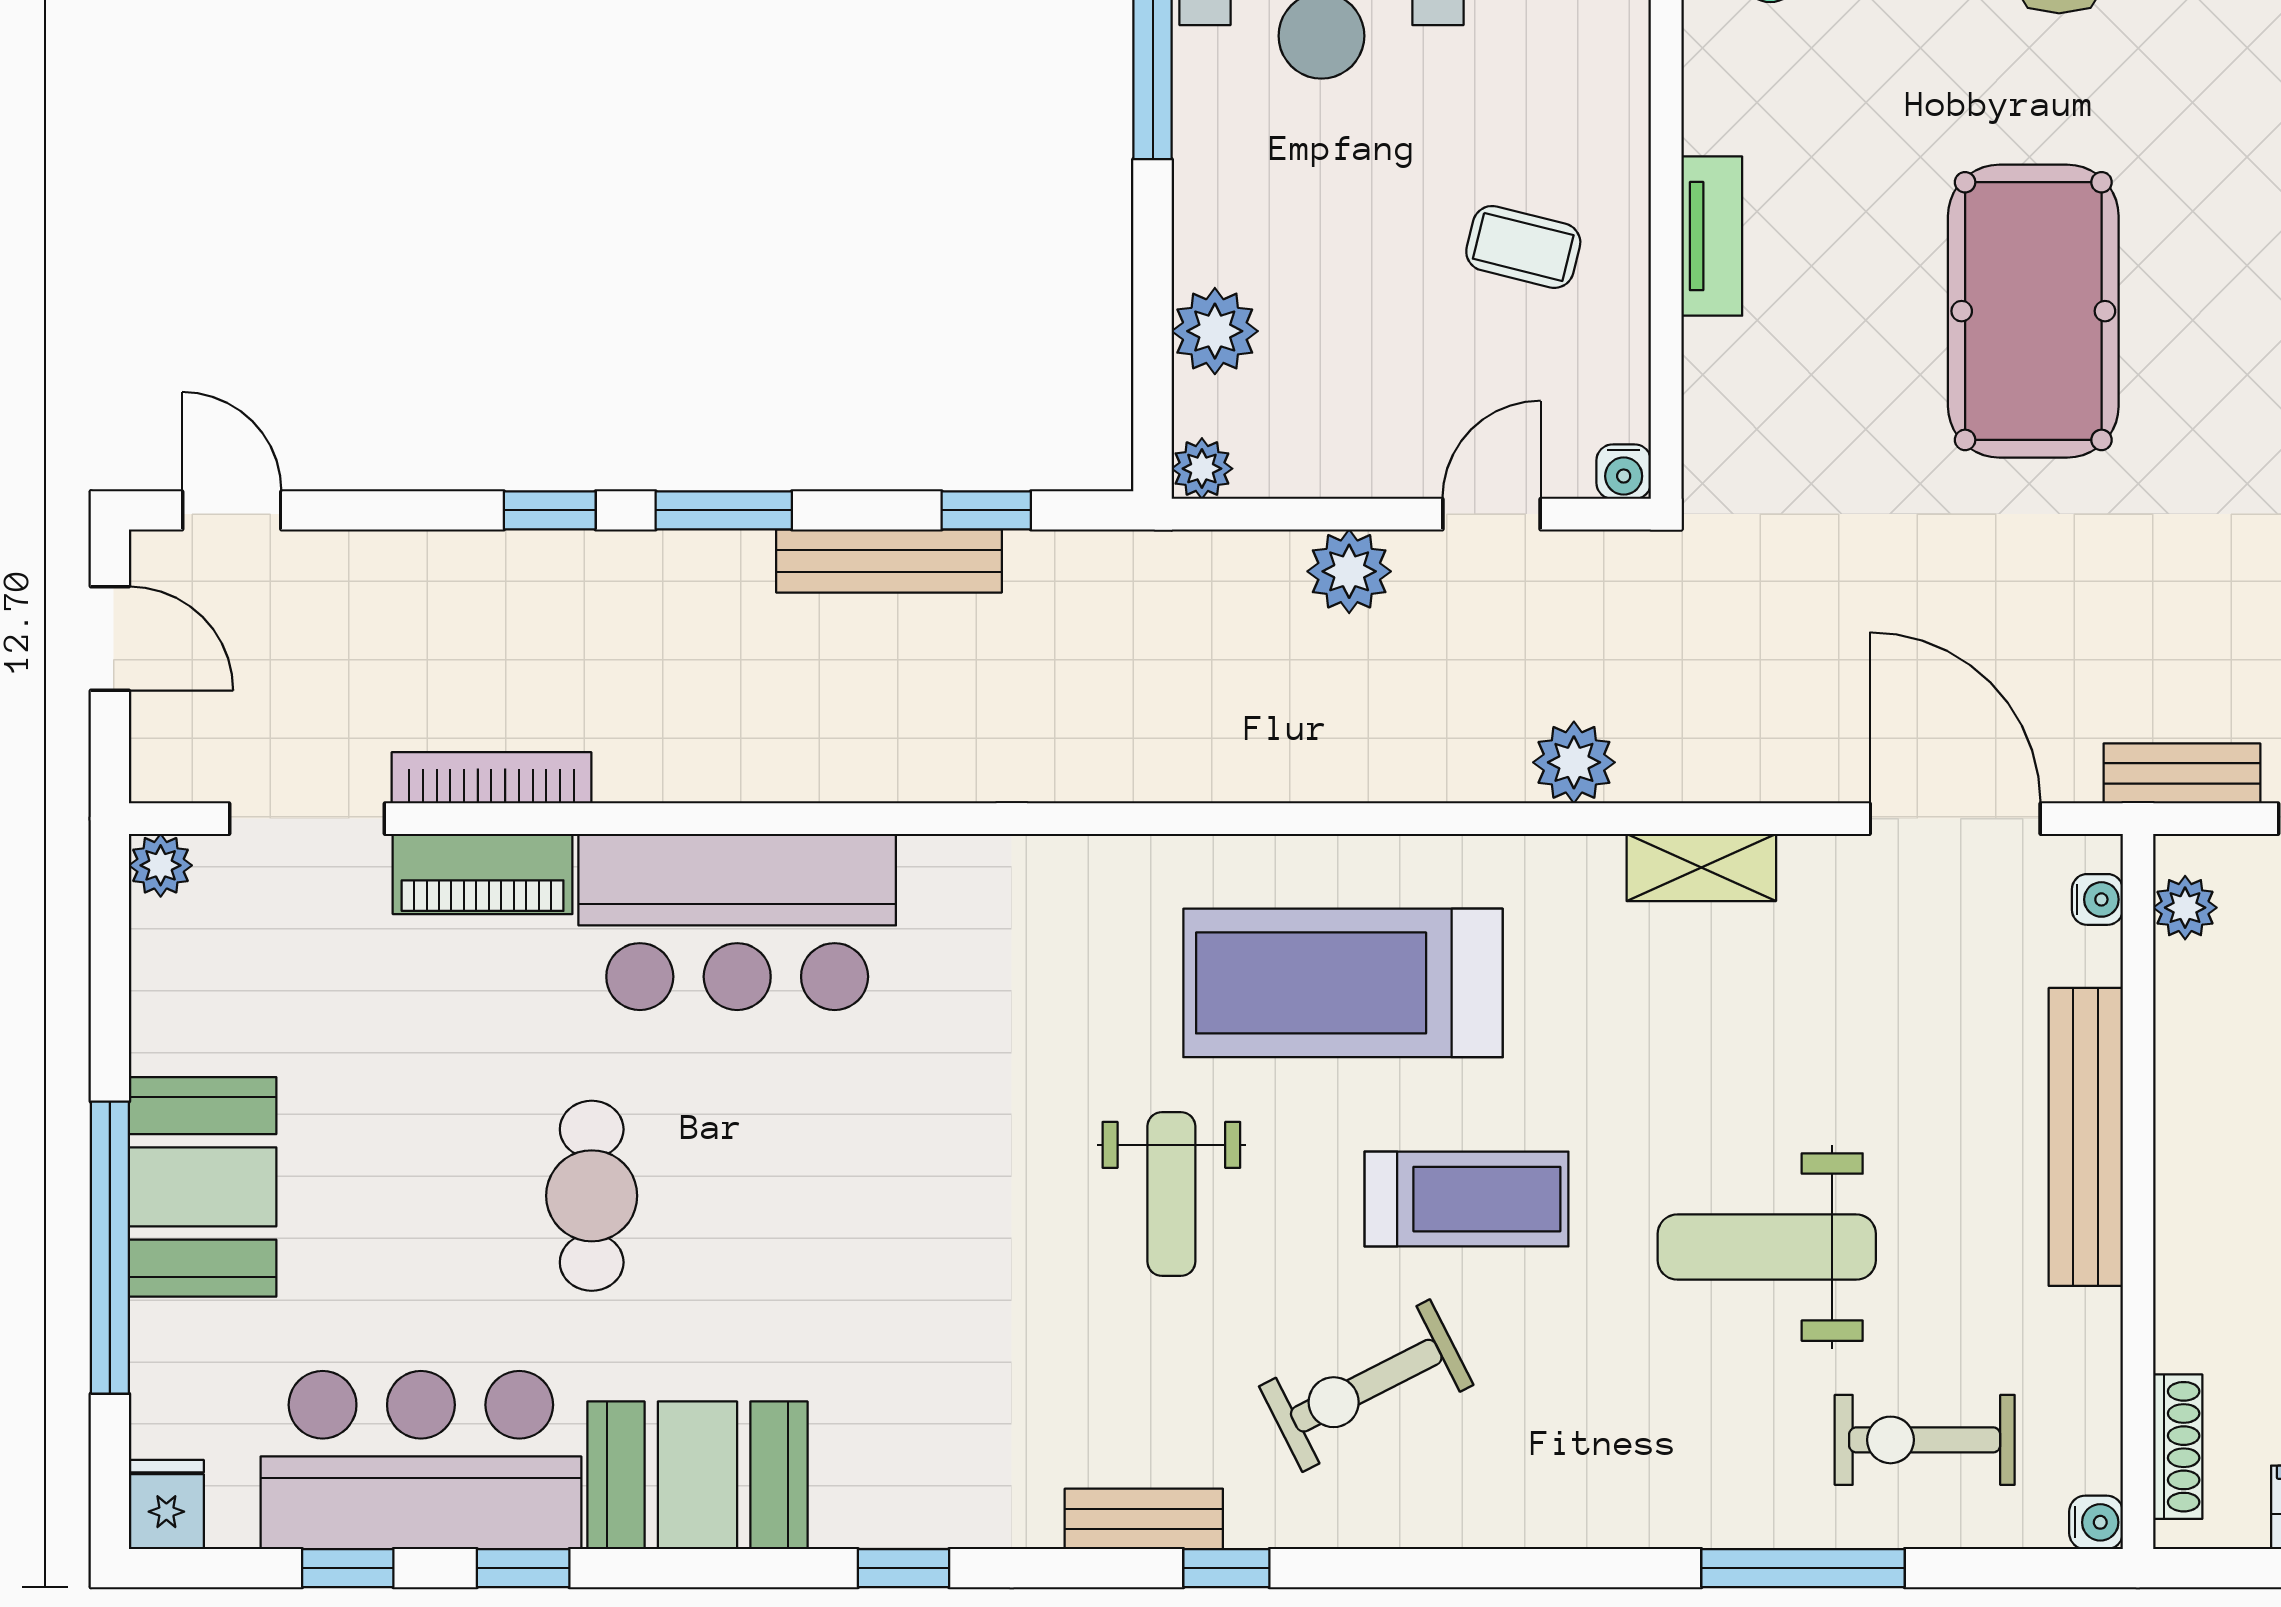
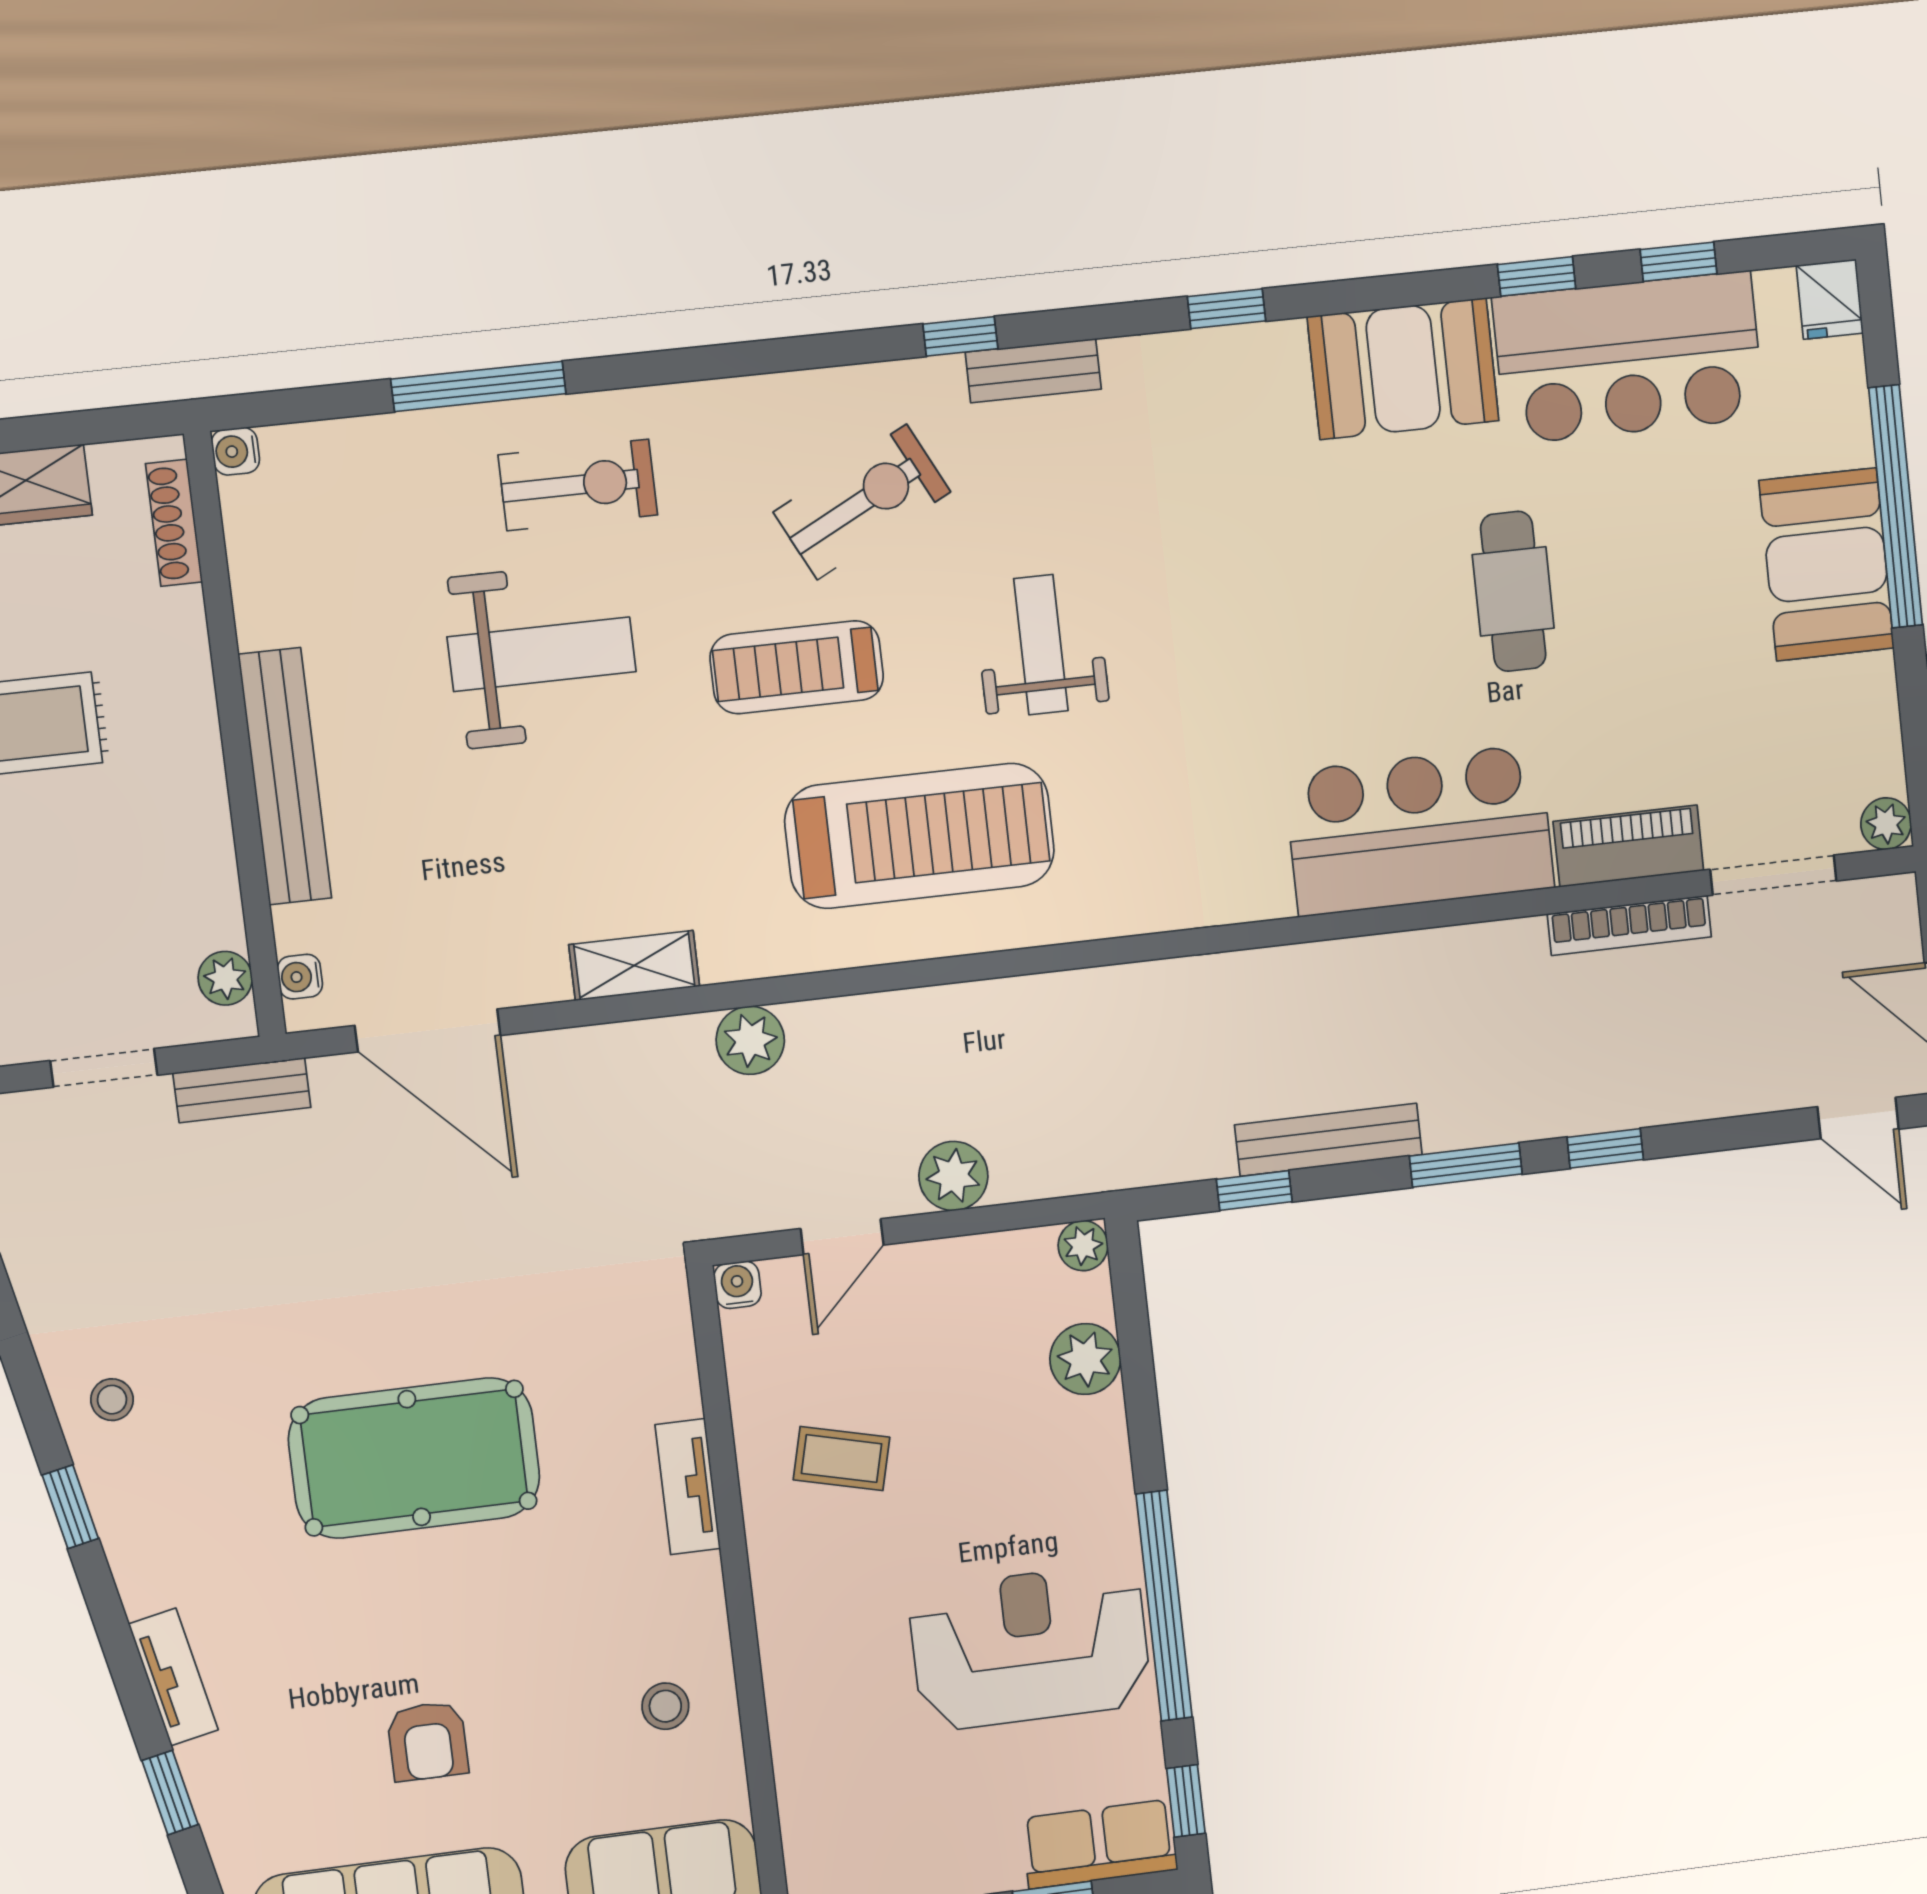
pool table: (2033, 311) -> (414, 1458), turned 90
exercise bike: (1925, 1440) -> (578, 485), moved

